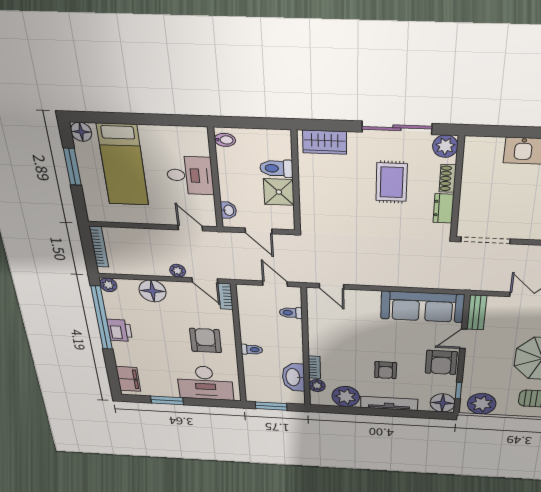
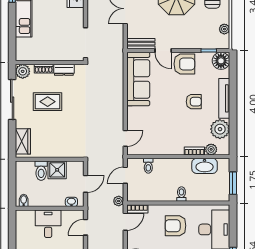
plant: (178, 271) -> (119, 201), moved
plant: (482, 404) -> (224, 29), width x0.53, depth x0.53

